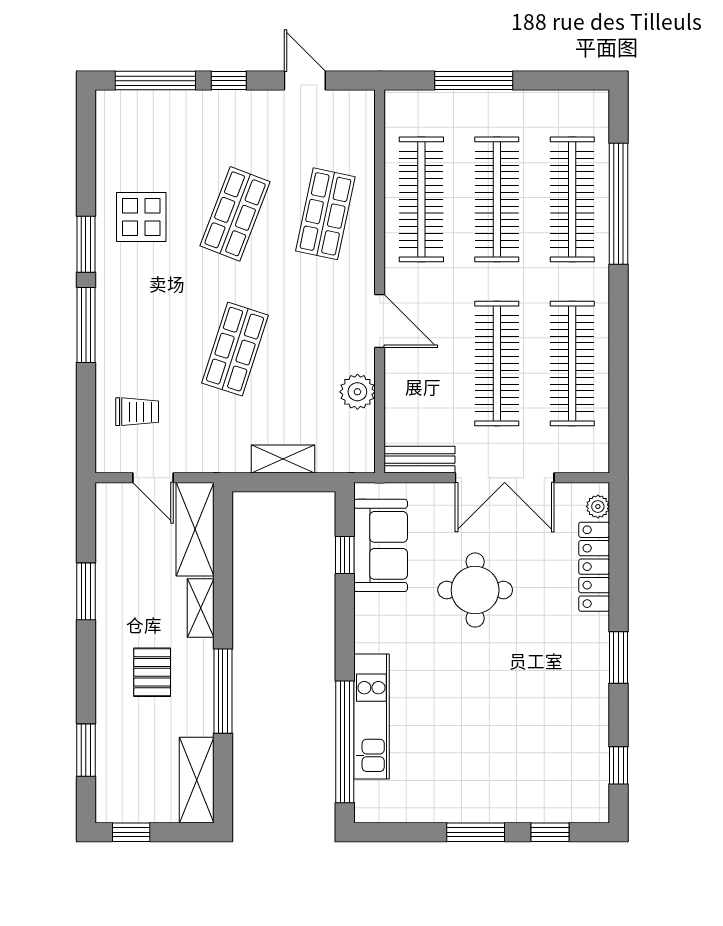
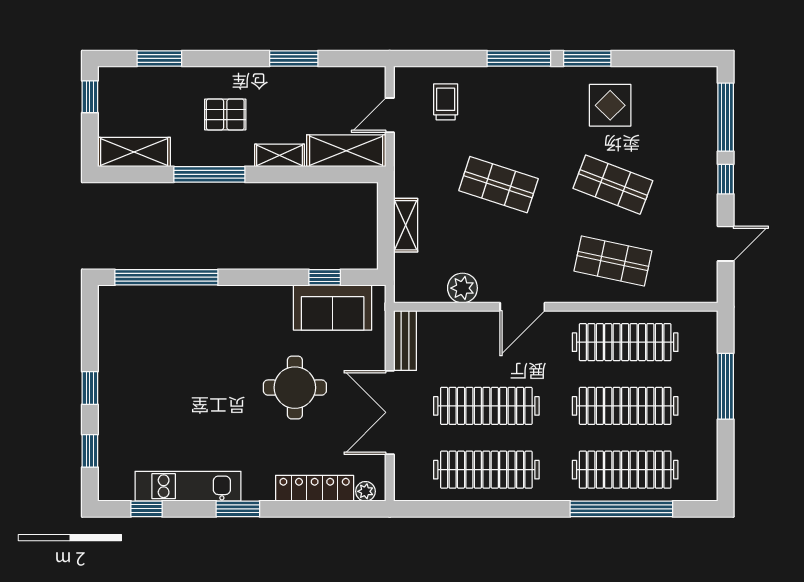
trolley: (137, 412) -> (446, 102), turned 180
kitchen unit: (371, 716) -> (188, 486), moved, turned 180
window: (476, 832) -> (90, 388), width x0.67

